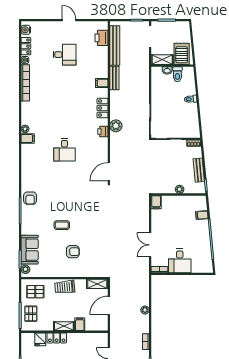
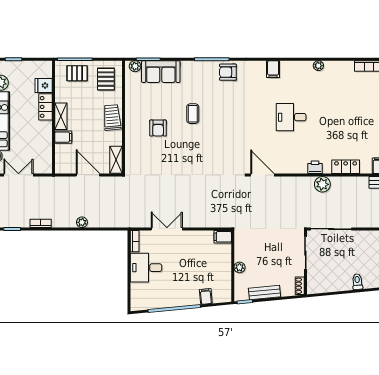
filing cabinet: (28, 138) -> (273, 69), moved

